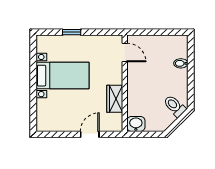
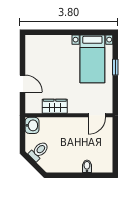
bed with nightstands: (62, 76) -> (92, 59), moved
toilet: (175, 106) -> (39, 151), moved

